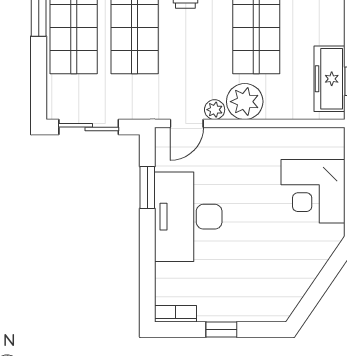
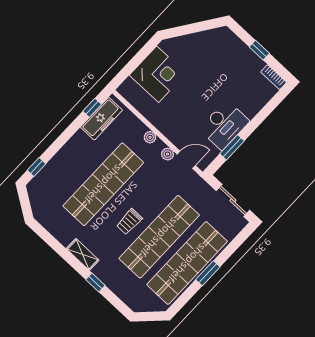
plant: (245, 102) -> (150, 137), width x0.53, depth x0.53
desk: (188, 217) -> (224, 125), width x0.73, depth x0.77

